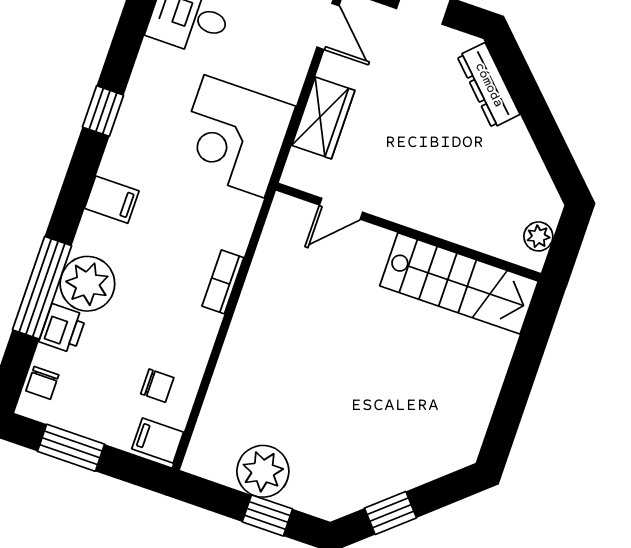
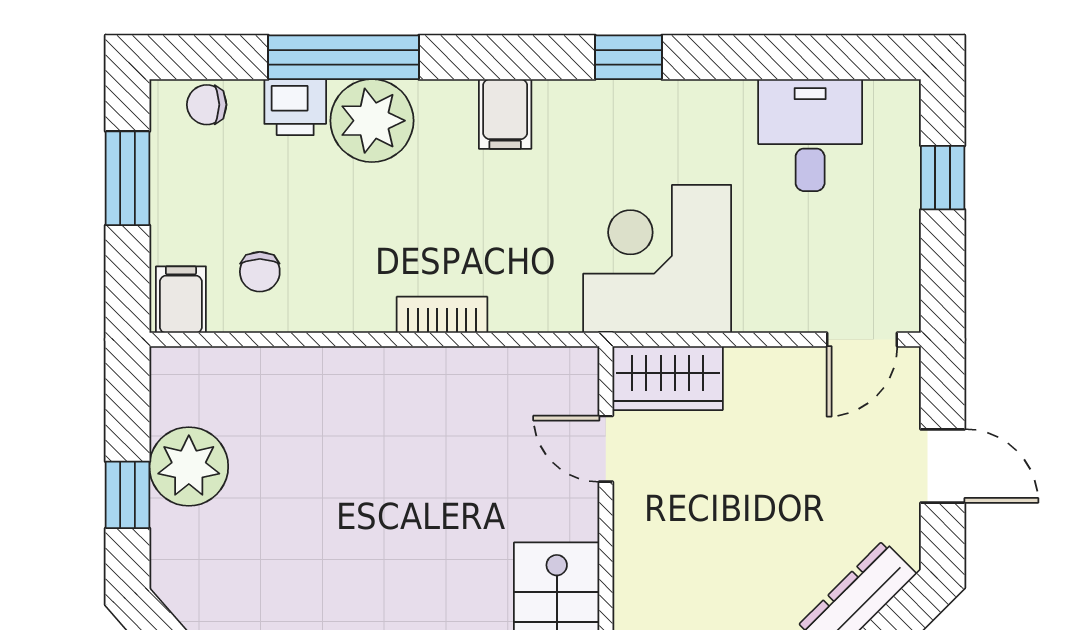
wardrobe: (323, 118) -> (668, 378), moved

